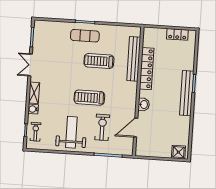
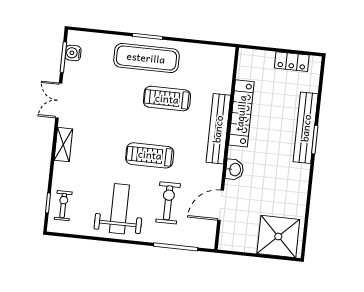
exercise mat: (85, 36) -> (146, 58), width x1.36, depth x1.45
bench: (134, 59) -> (218, 129), moved
bench: (187, 93) -> (306, 128), moved
water cooler: (33, 109) -> (73, 53), moved
shower: (178, 152) -> (278, 236), width x1.86, depth x1.86

